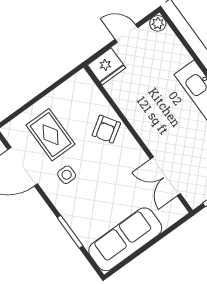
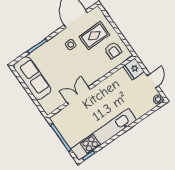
armchair: (106, 129) -> (113, 50), moved, turned -147
double door: (165, 176) -> (78, 96), moved

